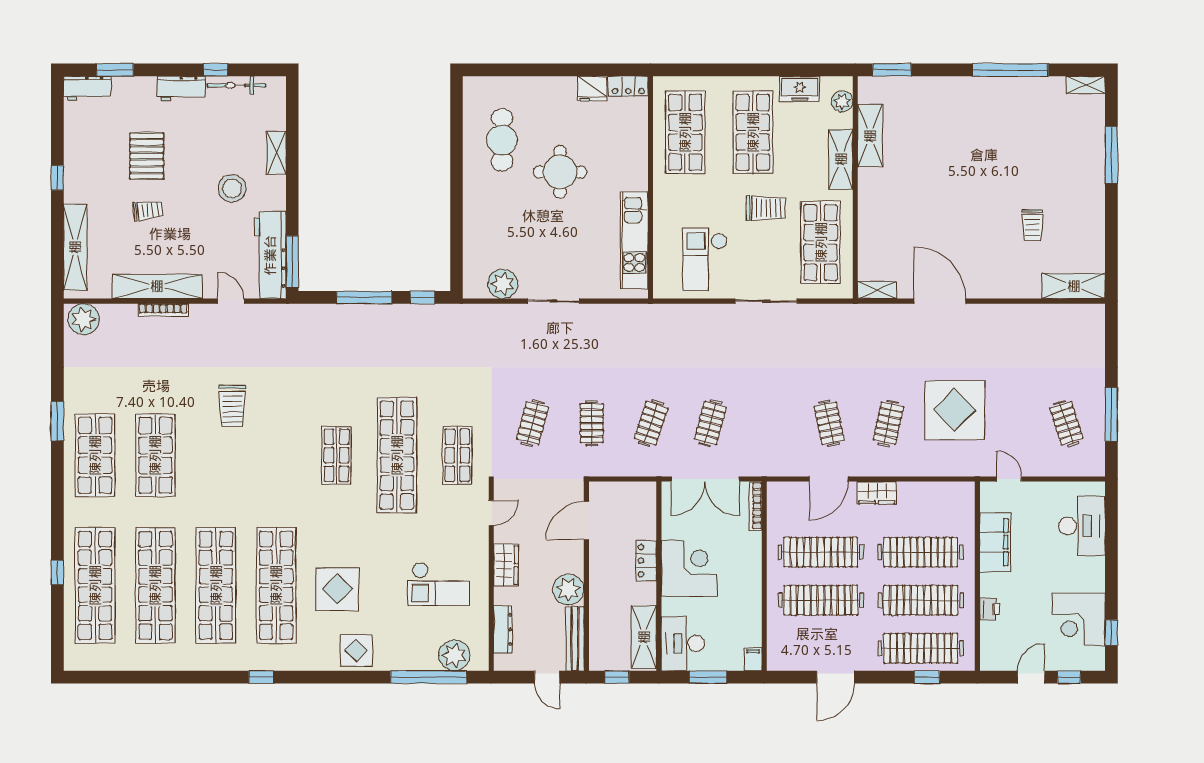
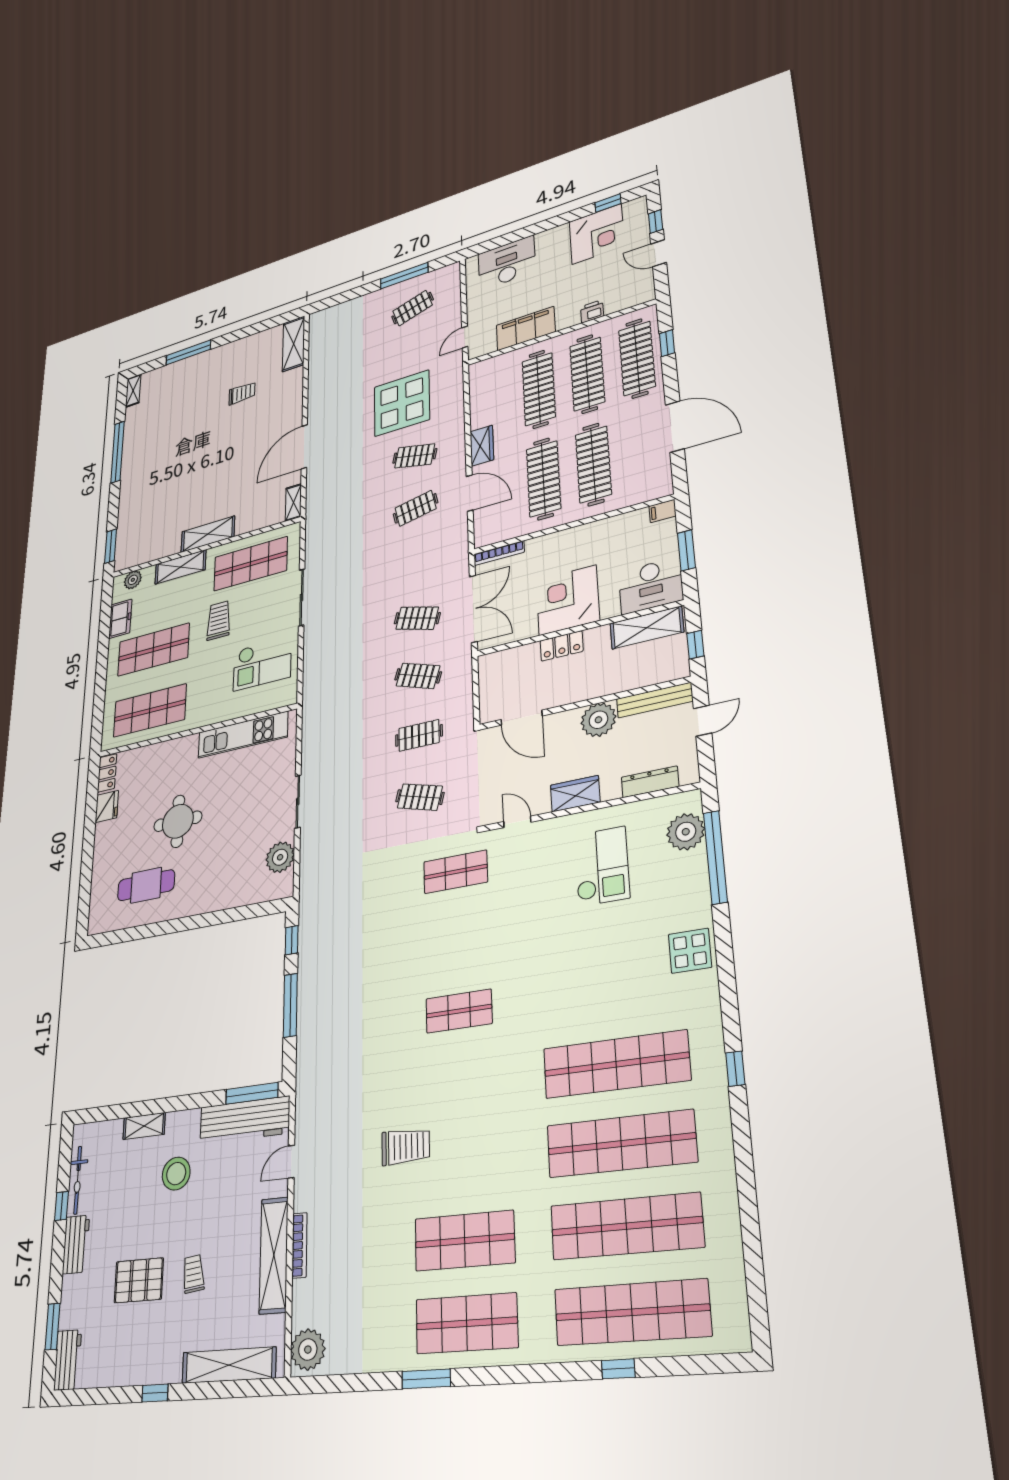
shelving: (870, 136) -> (208, 534), moved
shop shelf: (397, 455) -> (457, 940), removed
display table: (337, 589) -> (615, 986), removed
door: (835, 677) -> (675, 427), width x1.36

